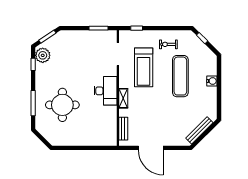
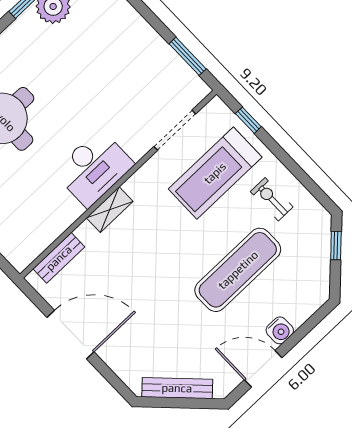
treadmill: (144, 67) -> (215, 173), moved
door: (219, 98) -> (263, 369), added
door: (151, 148) -> (71, 335), swing flipped

